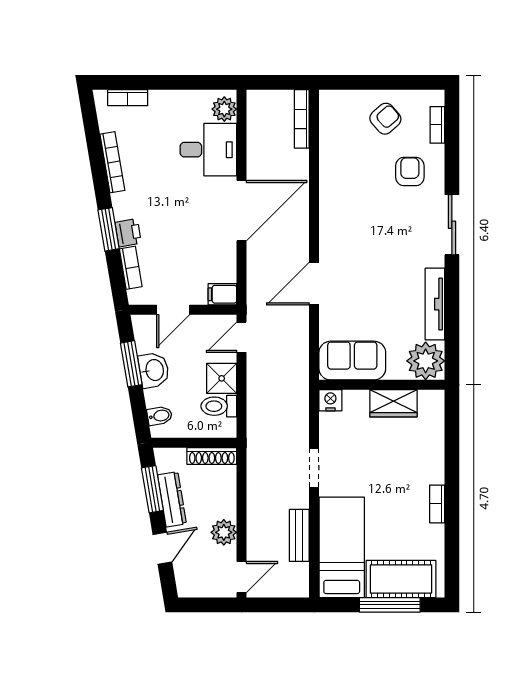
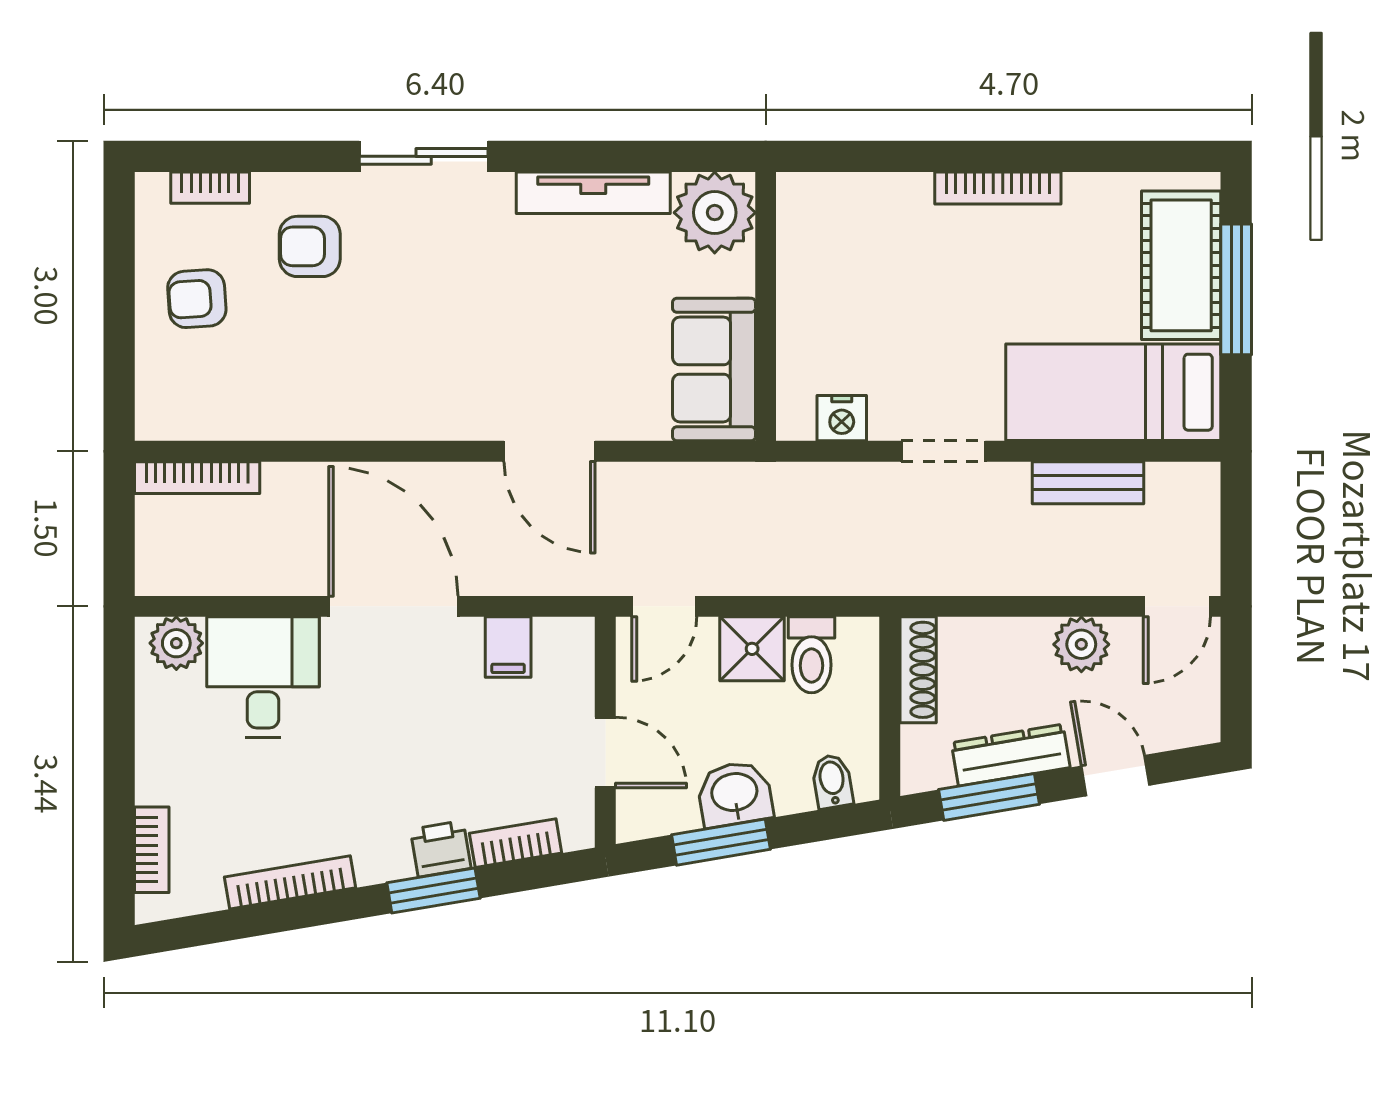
armchair: (385, 119) -> (197, 299), turned -53
filing cabinet: (222, 294) -> (508, 647), moved
door: (241, 337) -> (664, 606), hinge flipped
nightstand: (330, 400) -> (842, 418), moved, turned -90
wardrobe: (393, 403) -> (805, 282), removed
bookcase: (437, 504) -> (998, 188), width x1.56
door: (241, 577) -> (1177, 606), swing flipped

